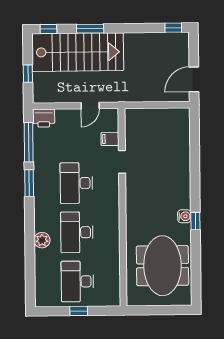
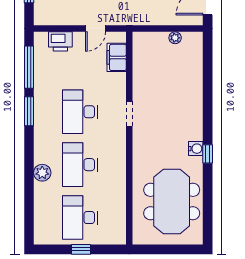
plant: (164, 113) -> (175, 38), added
printer: (44, 118) -> (60, 41), moved
filing cabinet: (110, 139) -> (117, 57), width x2.00
doorway: (122, 162) -> (129, 114), moved

